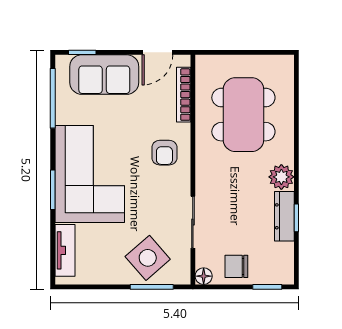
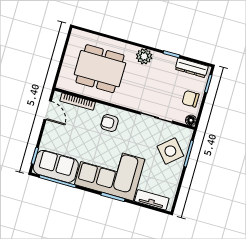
sofa: (104, 75) -> (56, 166), moved, turned -90
armchair: (164, 153) -> (110, 123), turned 180
dresser: (284, 216) -> (192, 68), moved
chair: (236, 266) -> (191, 99), turned 90

